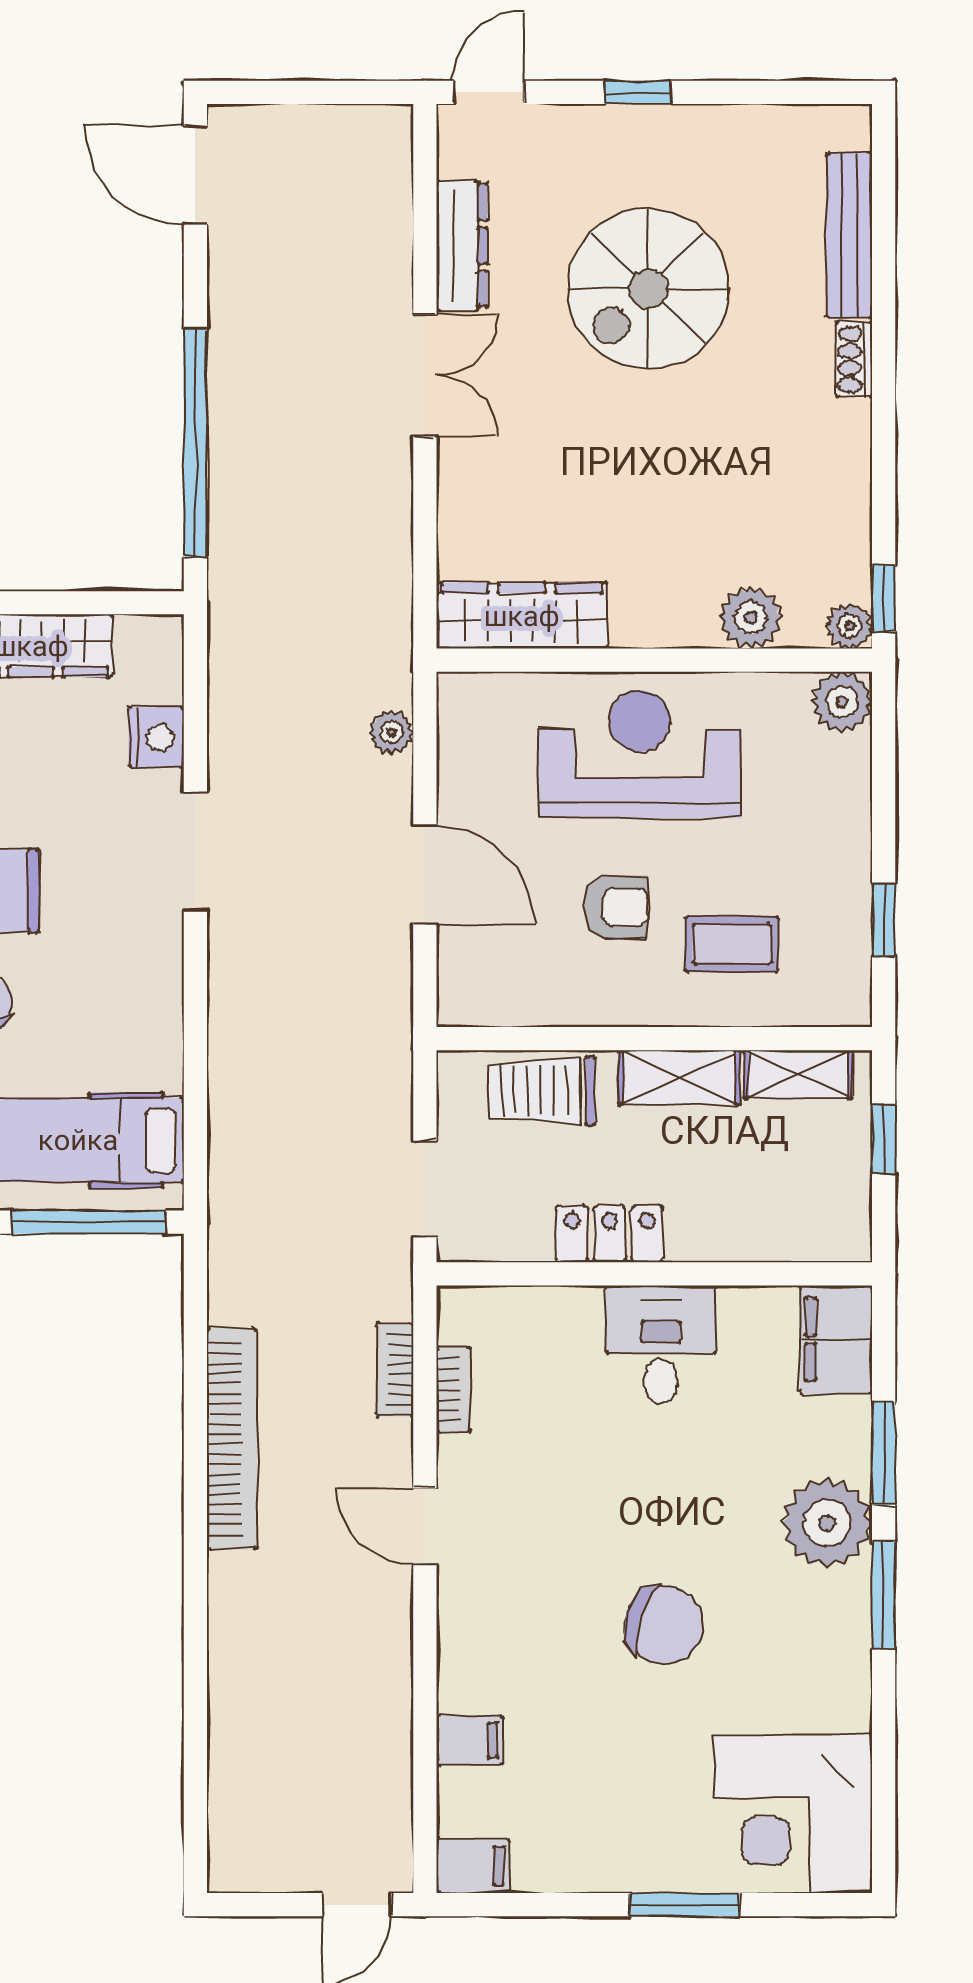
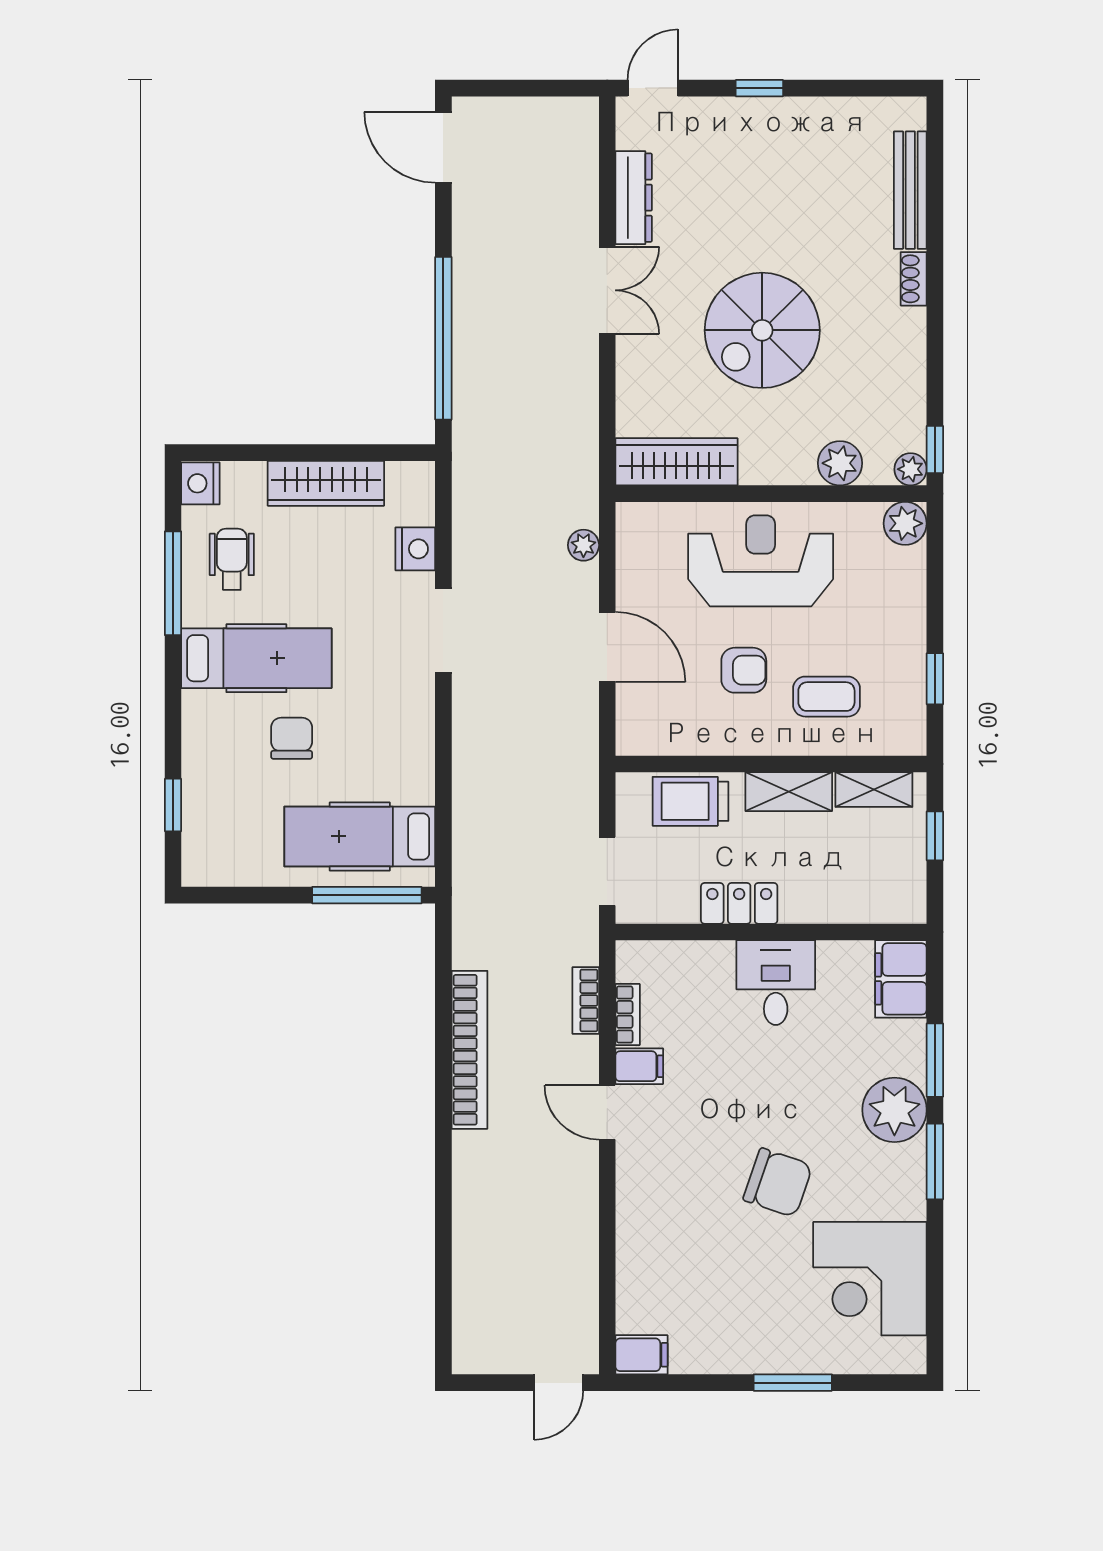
spiral stairs: (648, 289) -> (762, 330), moved
filing cabinet: (470, 1740) -> (639, 1066), moved
corner desk: (793, 1814) -> (870, 1279), moved

